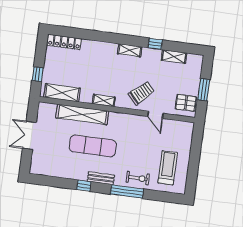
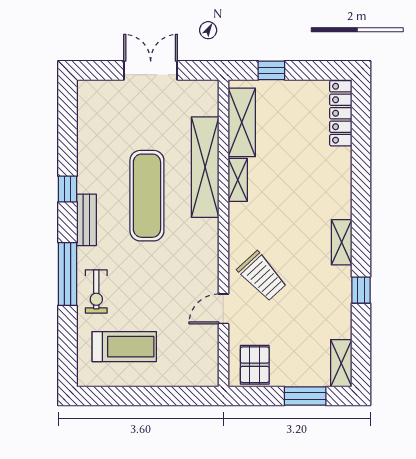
shelving: (174, 57) -> (341, 363), moved
window: (204, 90) -> (305, 396), moved
shelving: (104, 101) -> (238, 180), moved

